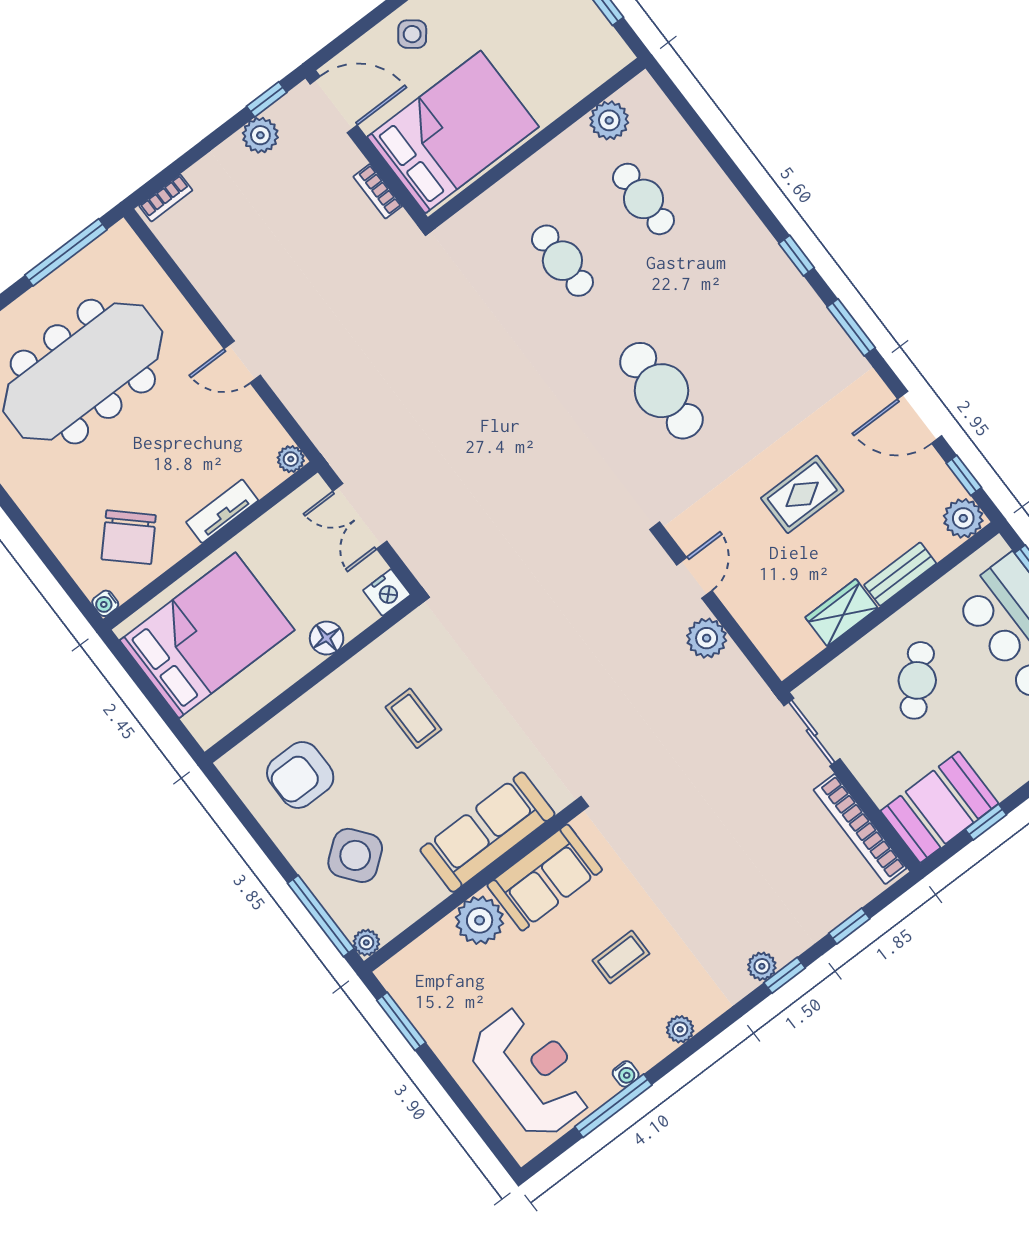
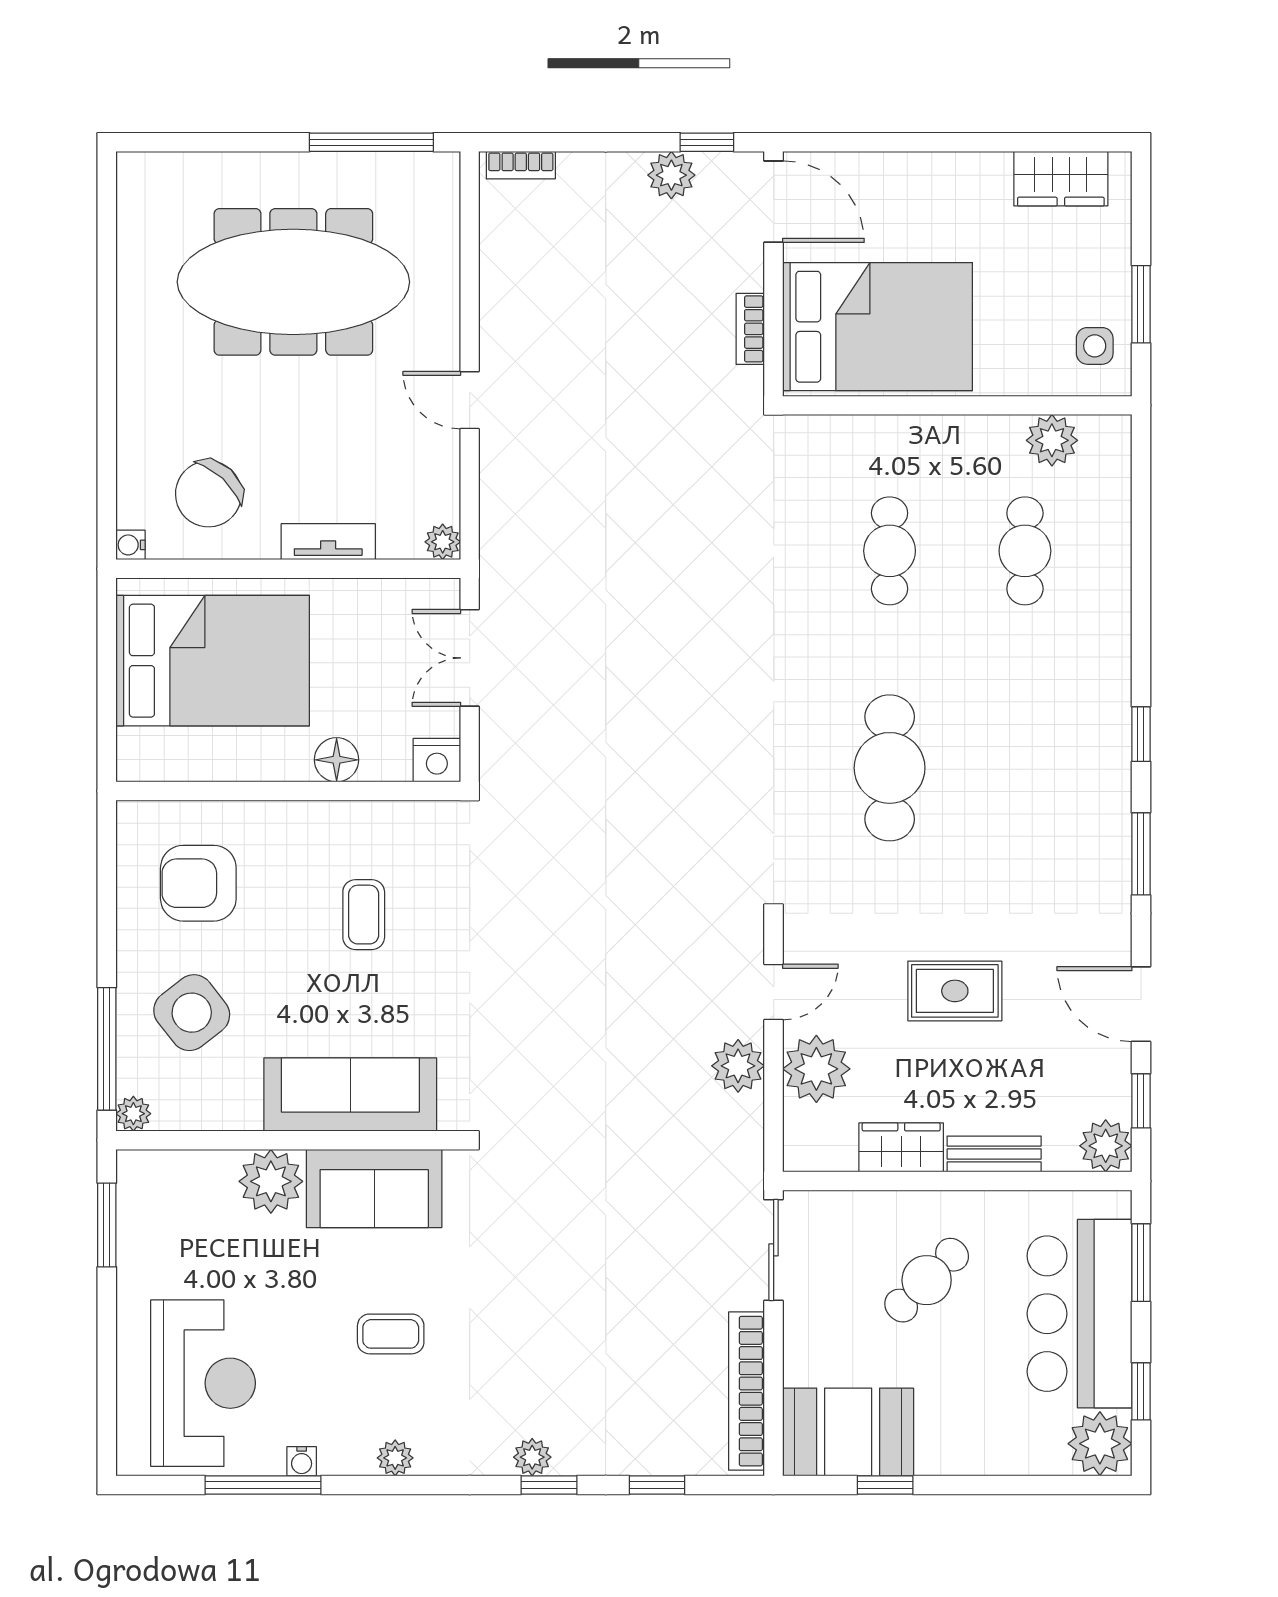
side table: (412, 34) -> (1095, 346), moved, turned -38
plant: (755, 604) -> (816, 1069), added

